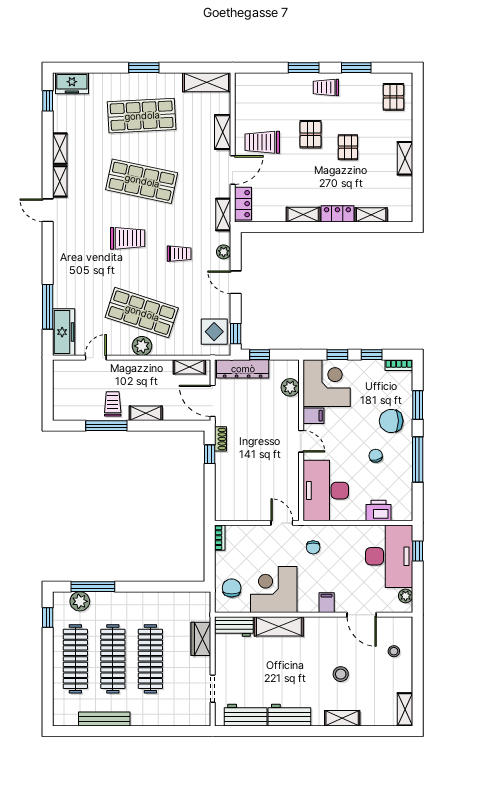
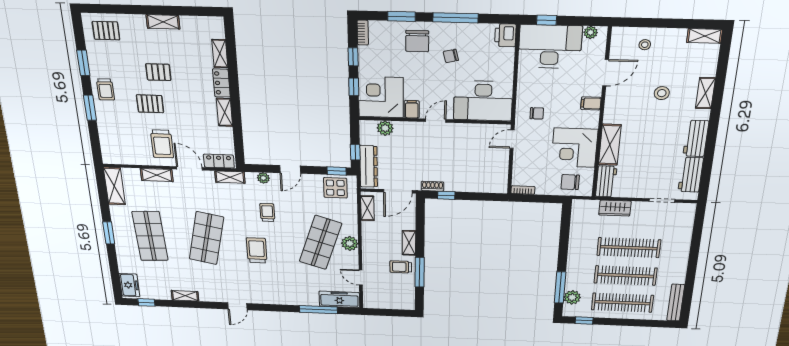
shelving: (60, 181) -> (212, 297), removed
printer: (379, 511) -> (505, 35), moved
bench: (104, 719) -> (676, 303), moved

